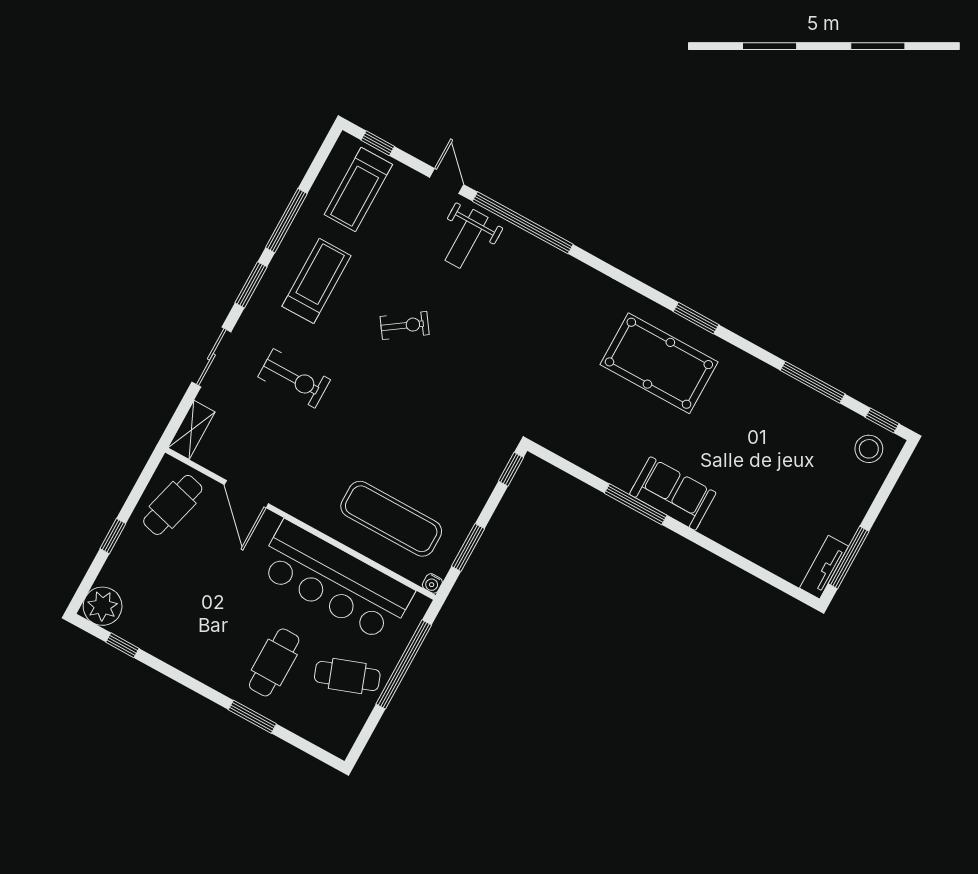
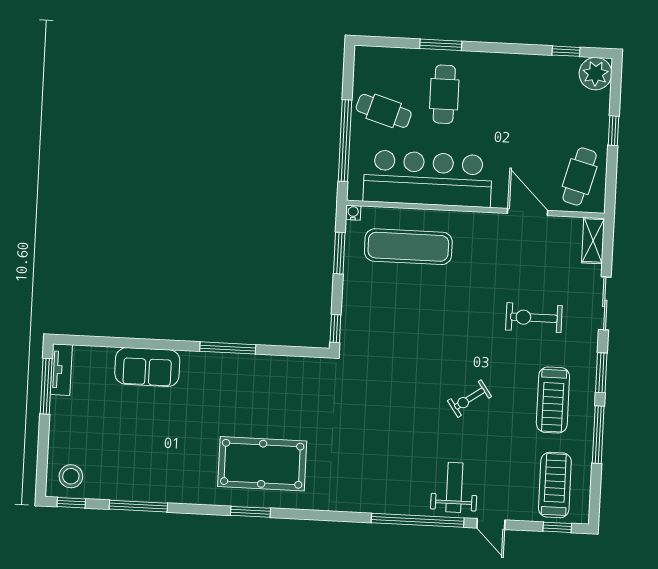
sofa: (673, 494) -> (147, 367), moved
cafe table: (347, 676) -> (384, 111), turned 37

